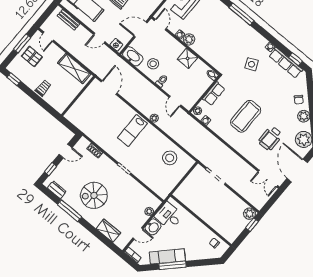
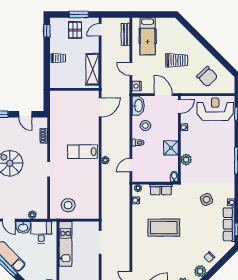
plant: (189, 39) -> (186, 160), moved
wheelchair: (270, 138) -> (163, 260), removed
stool: (170, 158) -> (68, 205), moved
kitchen unit: (194, 204) -> (66, 244), added

